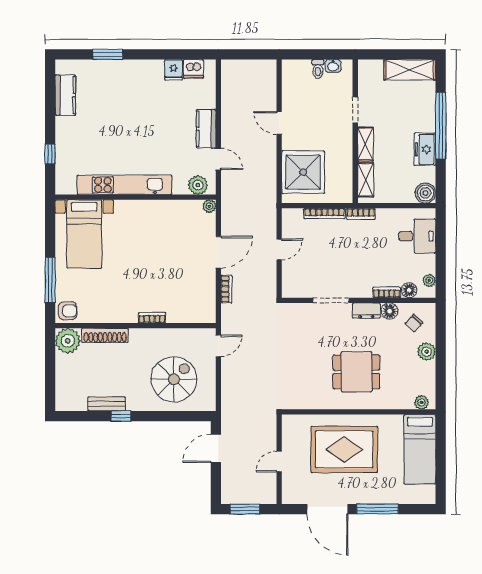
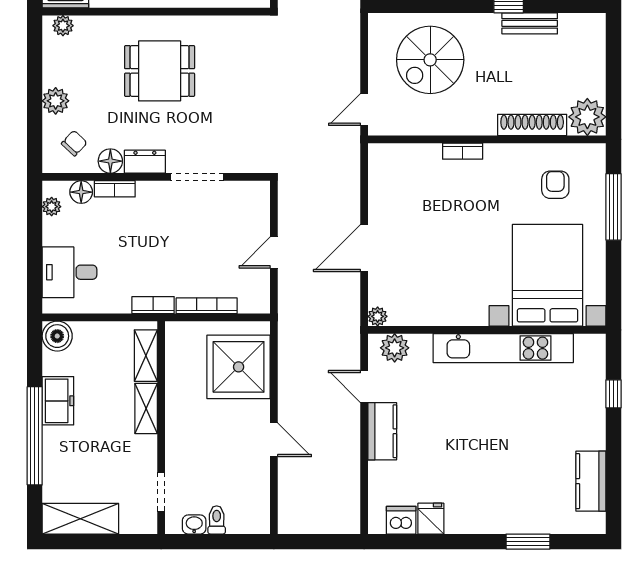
doorway: (355, 110) -> (161, 492), moved
bed with nightstands: (84, 234) -> (548, 275), width x1.36
bookcase: (226, 289) -> (352, 194), removed
armchair: (67, 311) -> (555, 185), moved, turned 90

